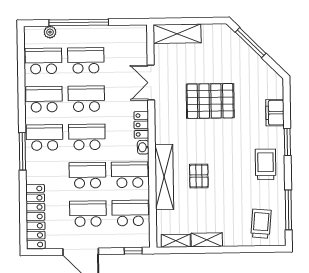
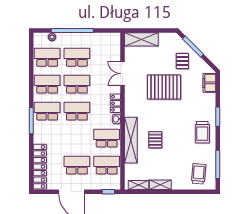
pallet: (236, 64) -> (182, 61), added
filing cabinet: (275, 113) -> (209, 83), moved
trolley: (266, 164) -> (202, 132), turned 180
school desk: (87, 175) -> (77, 138), removed

